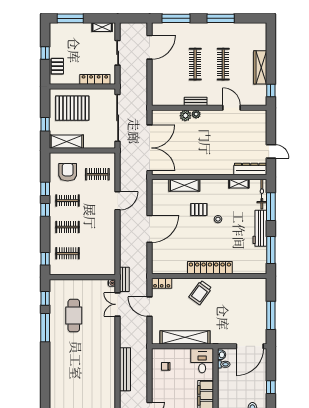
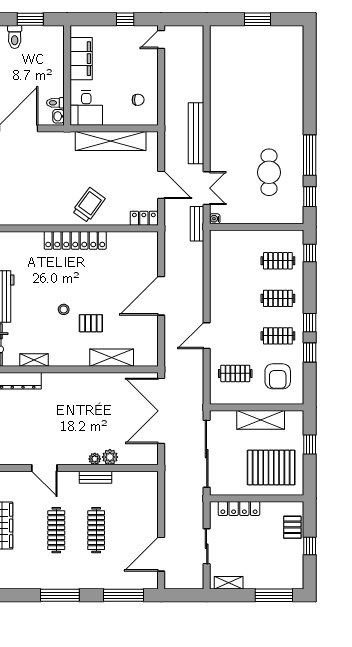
shelving: (67, 142) -> (261, 420), moved
bench: (125, 369) -> (196, 133), moved

